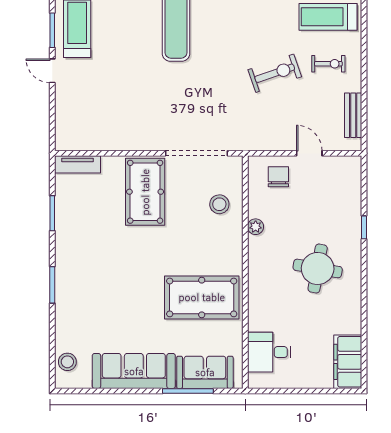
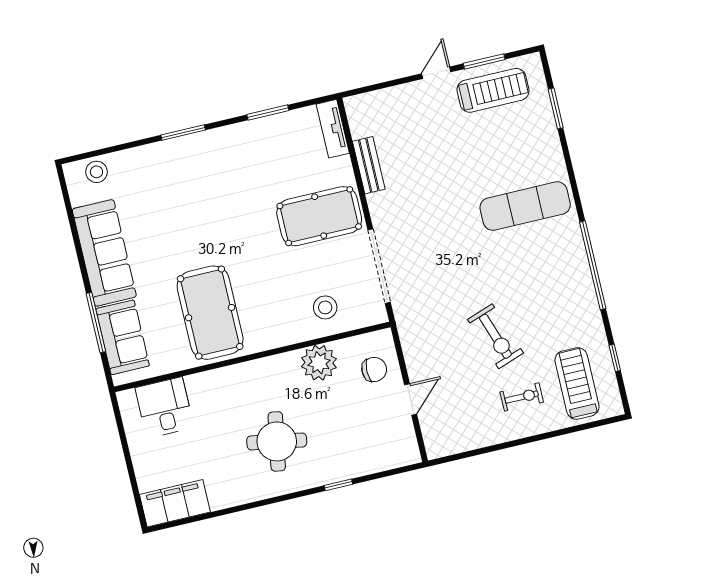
exercise bike: (328, 64) -> (522, 397), turned -90
bench: (353, 115) -> (369, 165), moved, turned 90
plant: (256, 227) -> (319, 363), width x1.88, depth x1.88

